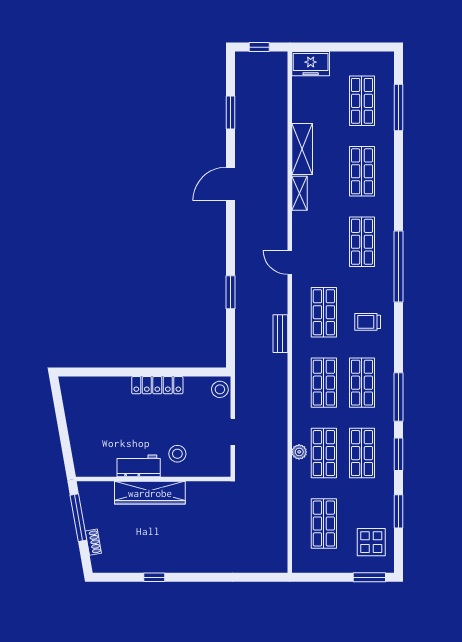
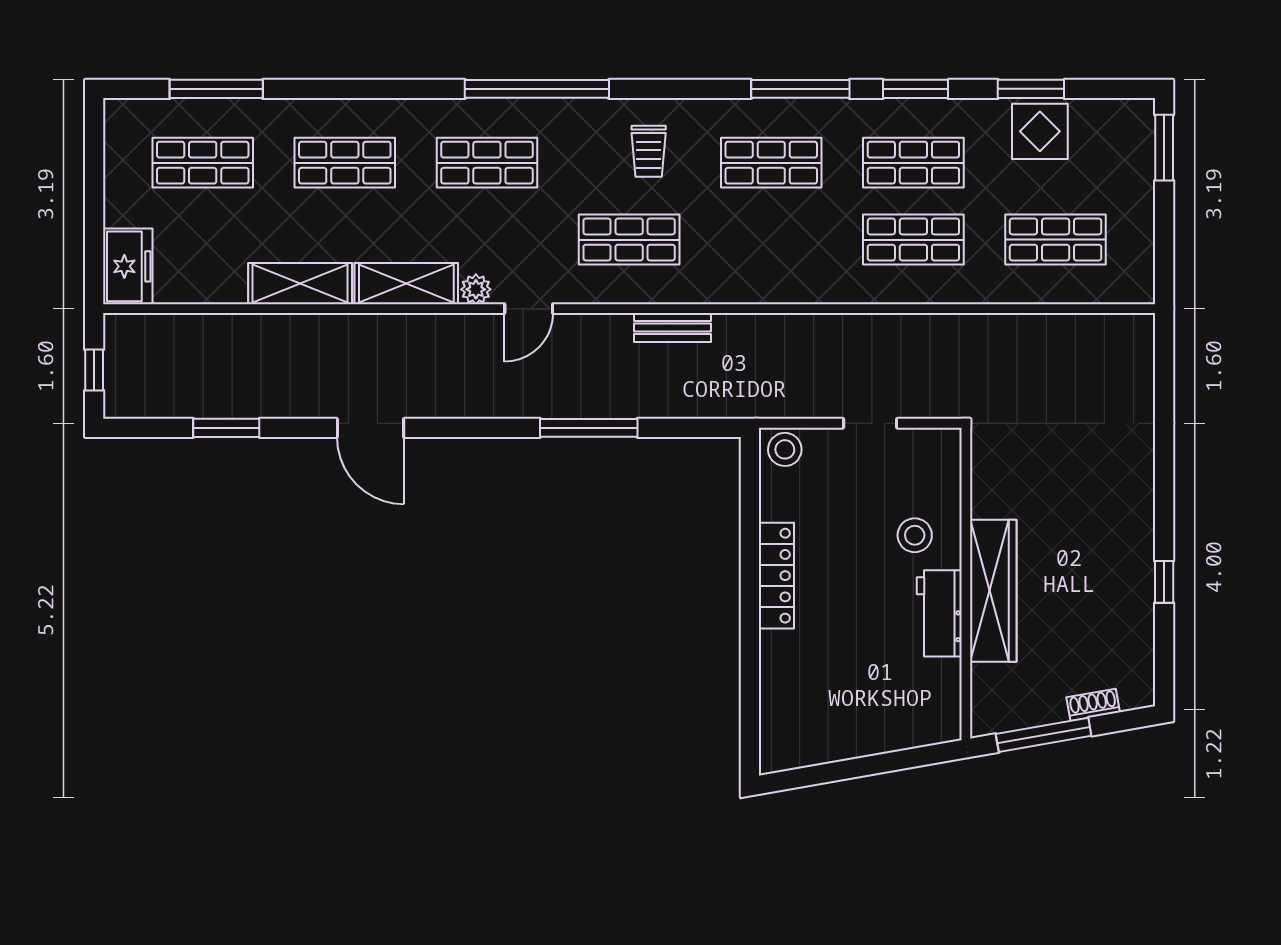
shelving: (299, 193) -> (406, 284), width x1.50, depth x1.33
window: (231, 292) -> (589, 428), width x1.44
shop shelf: (324, 383) -> (771, 240), removed
plant: (299, 452) -> (476, 289), moved
display table: (371, 542) -> (1040, 131), moved

